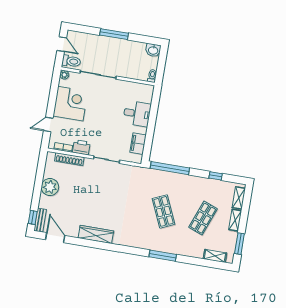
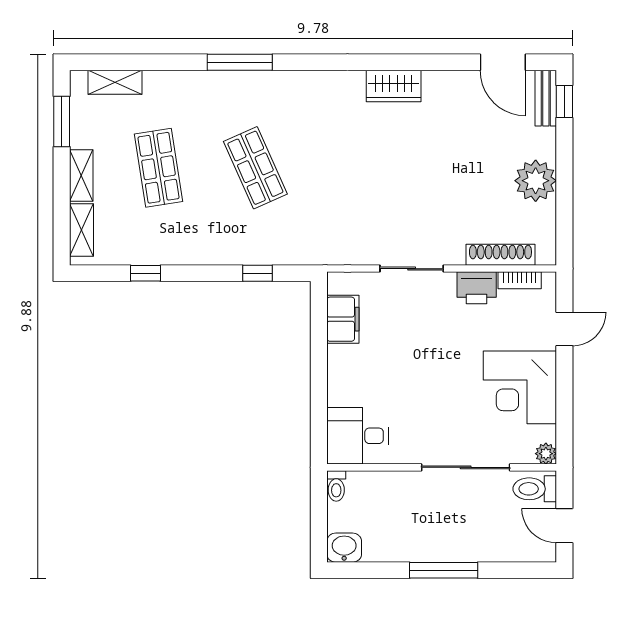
desk: (137, 114) -> (357, 436), moved
window: (170, 168) -> (257, 273), width x0.32
shop shelf: (203, 218) -> (158, 168), turned -30
wardrobe: (96, 234) -> (394, 86), width x0.67

